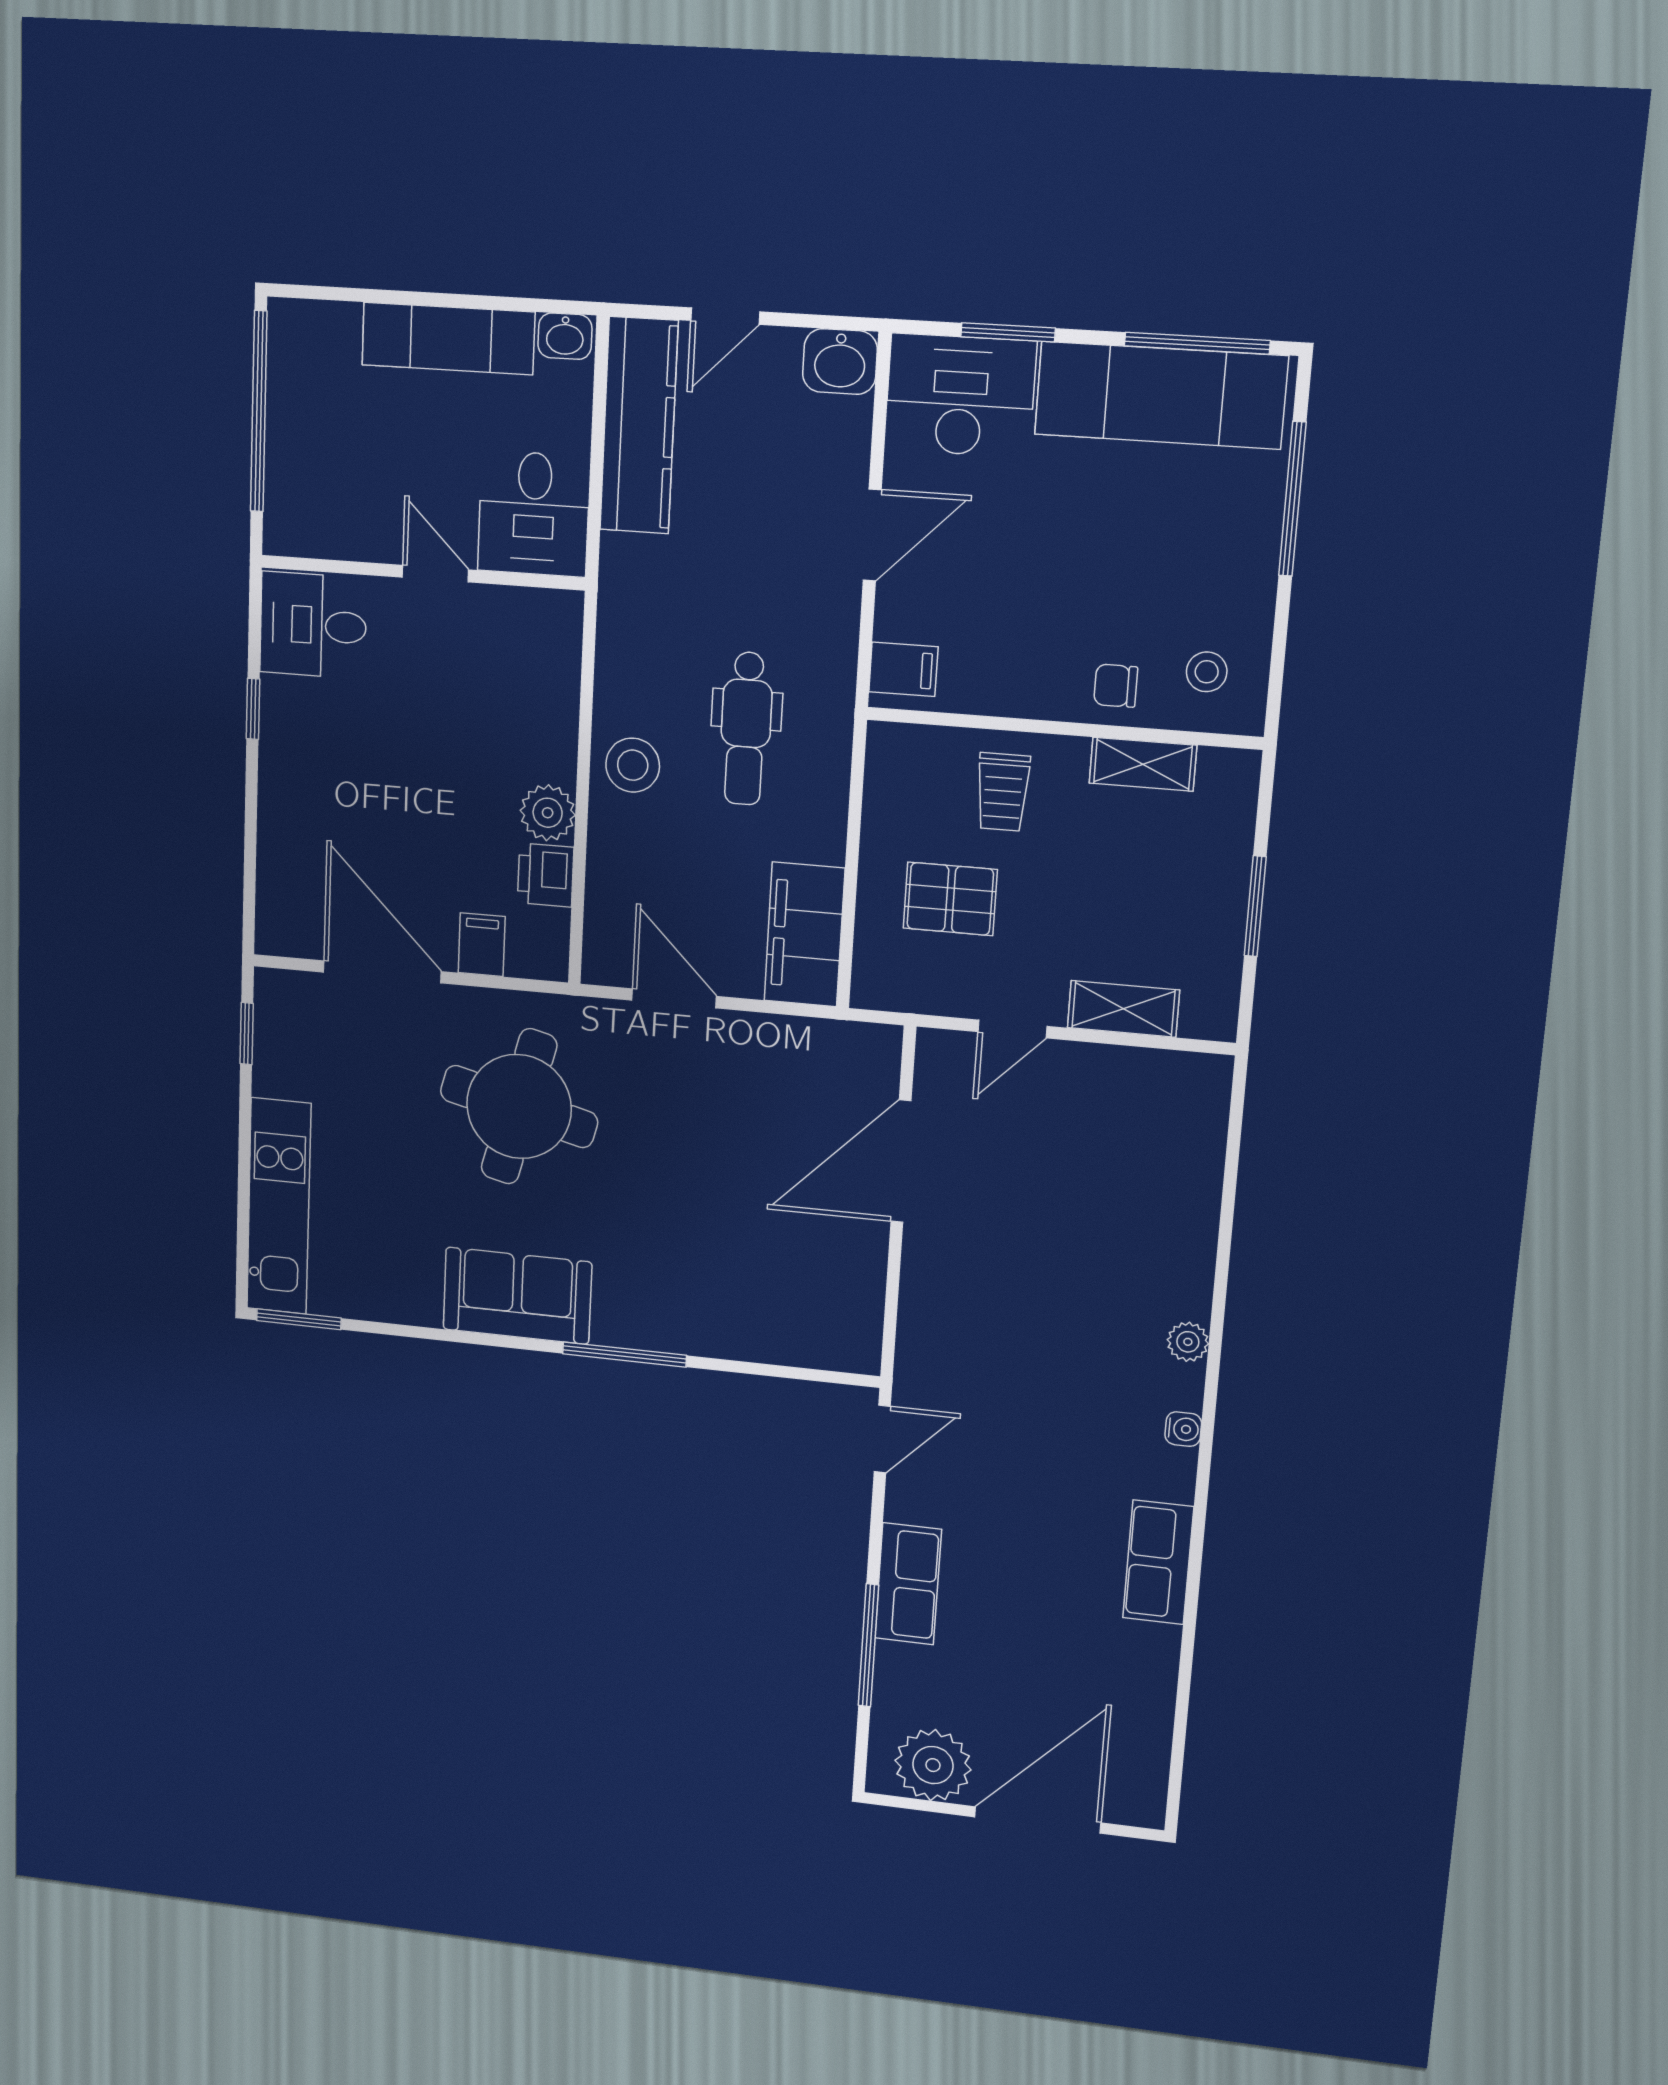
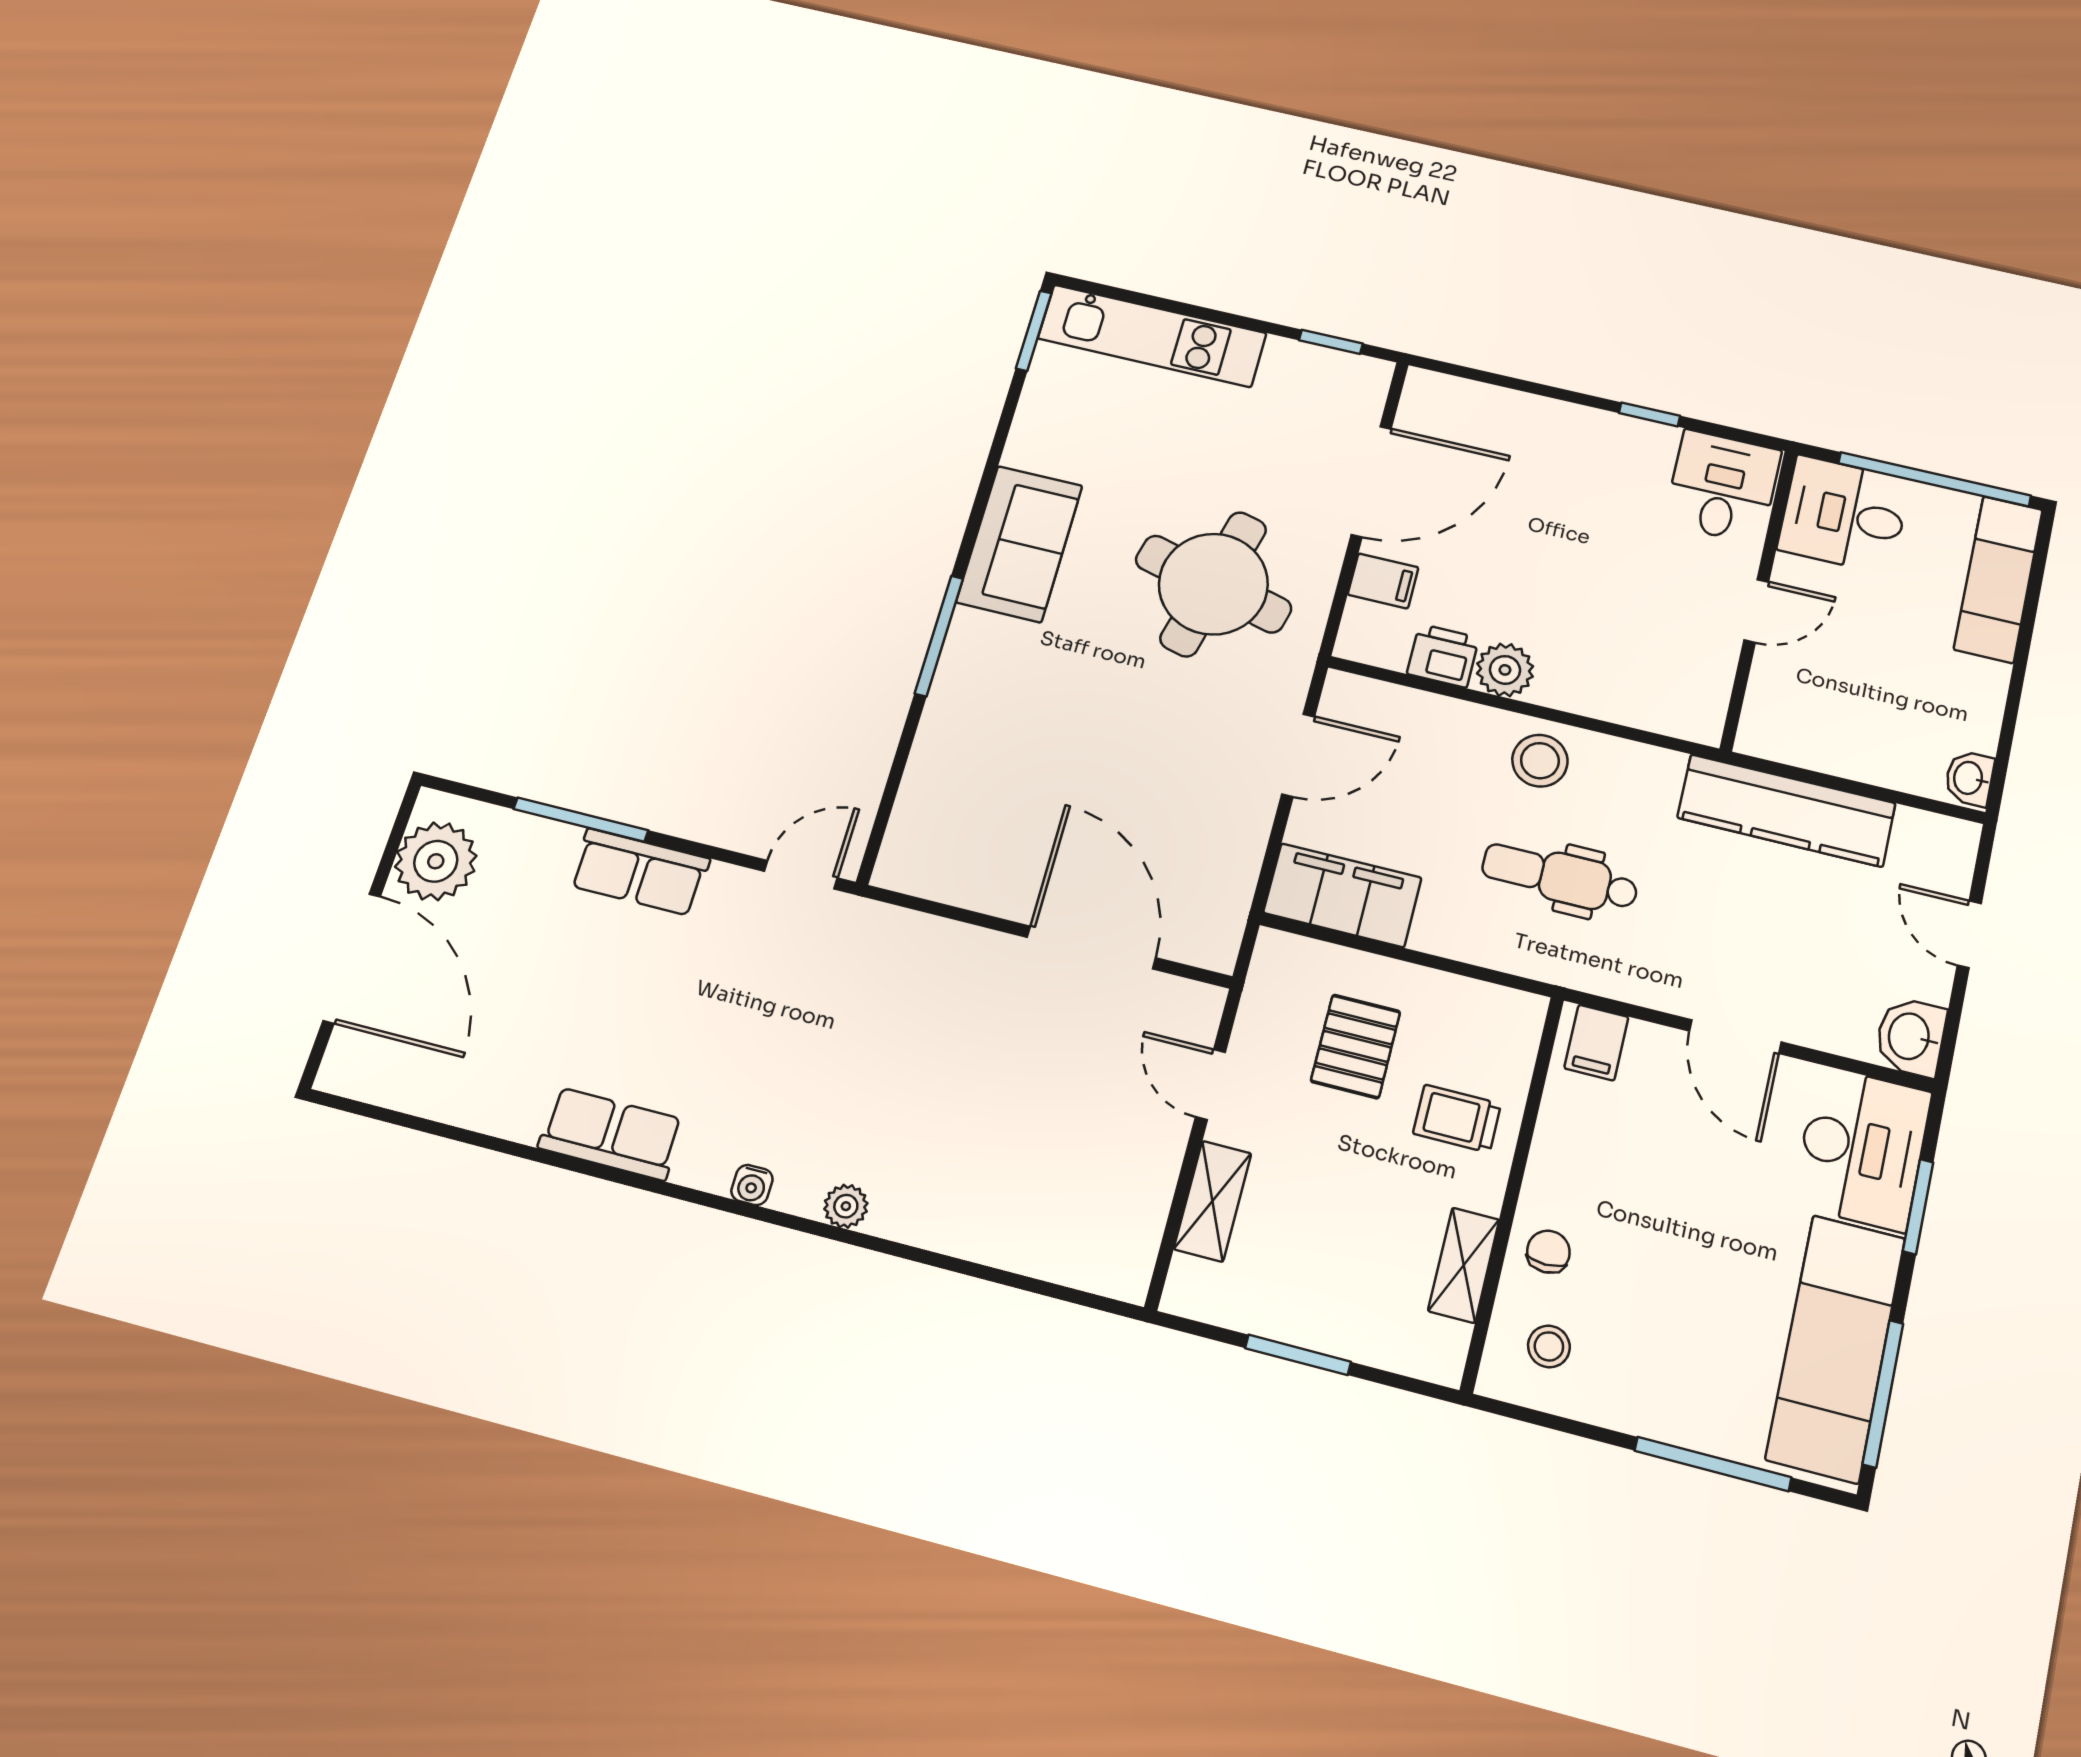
exam couch: (448, 339) -> (1998, 579), moved
kitchen counter: (639, 426) -> (1786, 810), moved
desk: (534, 514) -> (1844, 515), moved
door: (882, 1439) -> (801, 875), swing flipped

